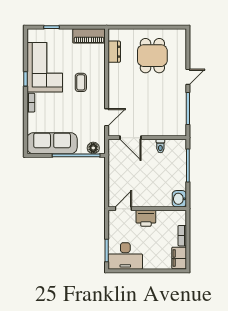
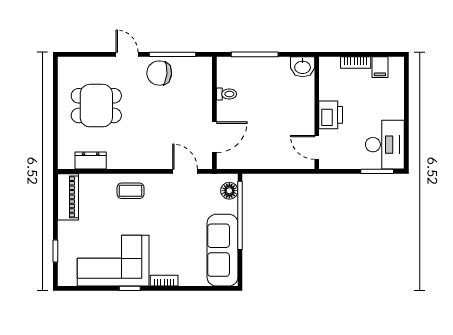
coffee table: (81, 82) -> (131, 191), moved
chair: (175, 99) -> (159, 73), added
filing cabinet: (179, 258) -> (380, 67), width x0.50

